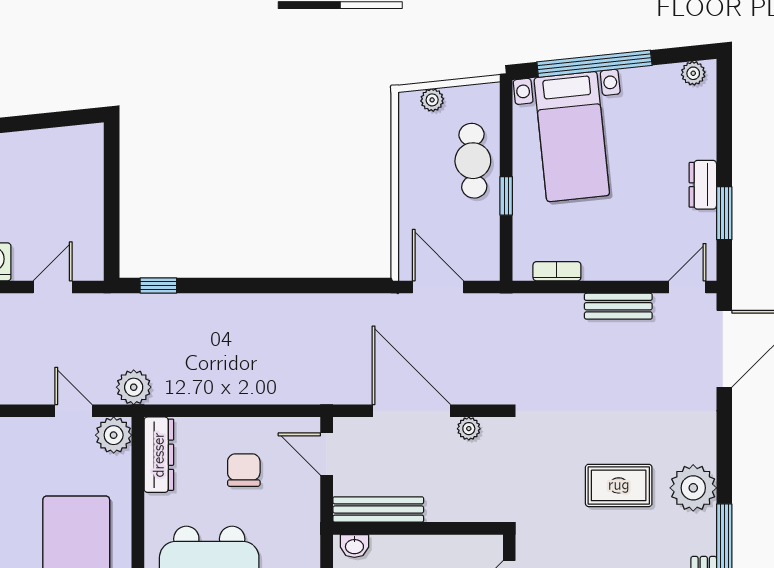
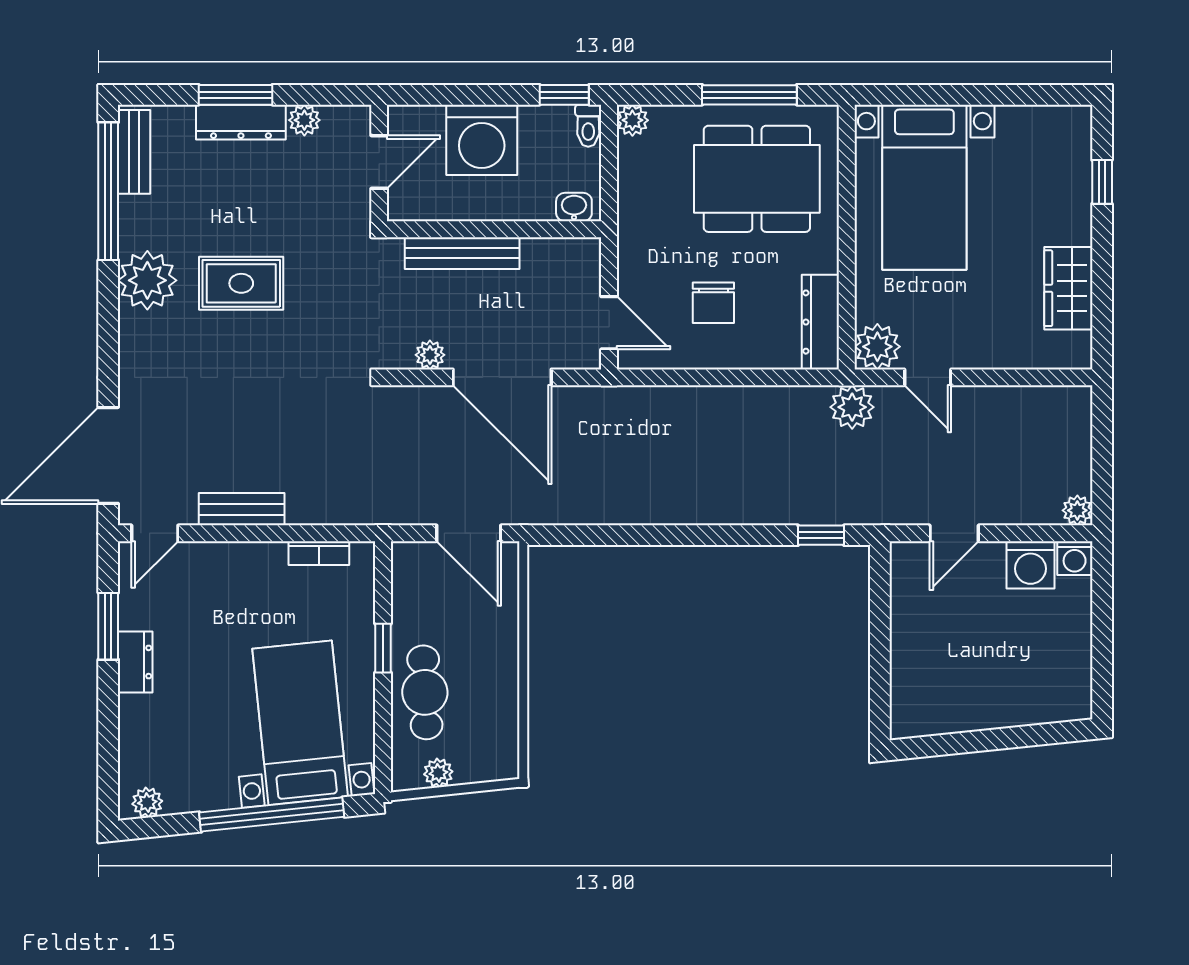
plant: (432, 100) -> (438, 773), moved
bench: (378, 509) -> (462, 253), moved

